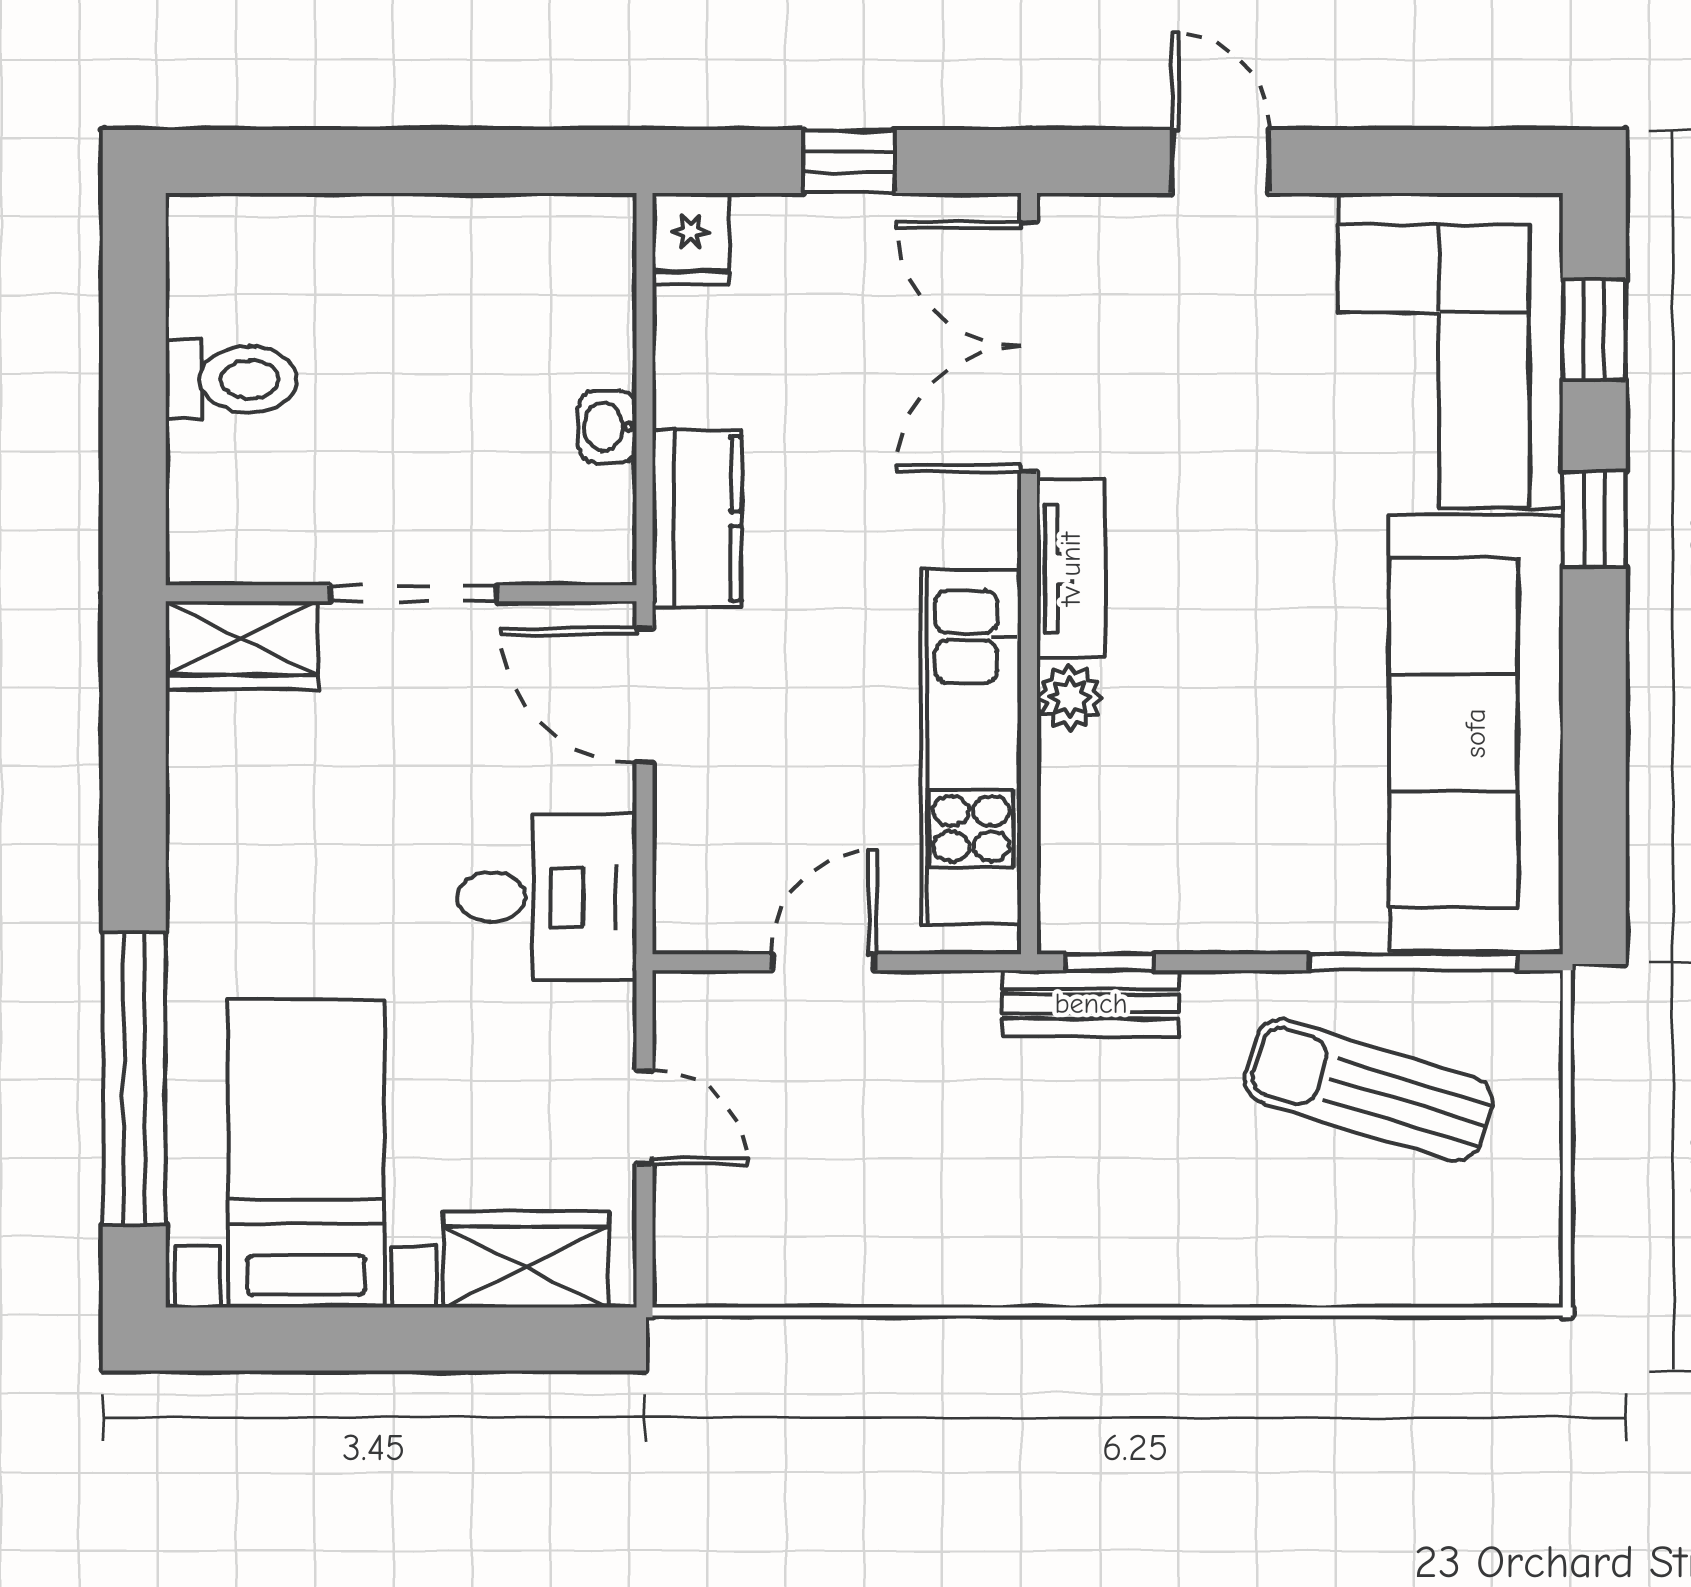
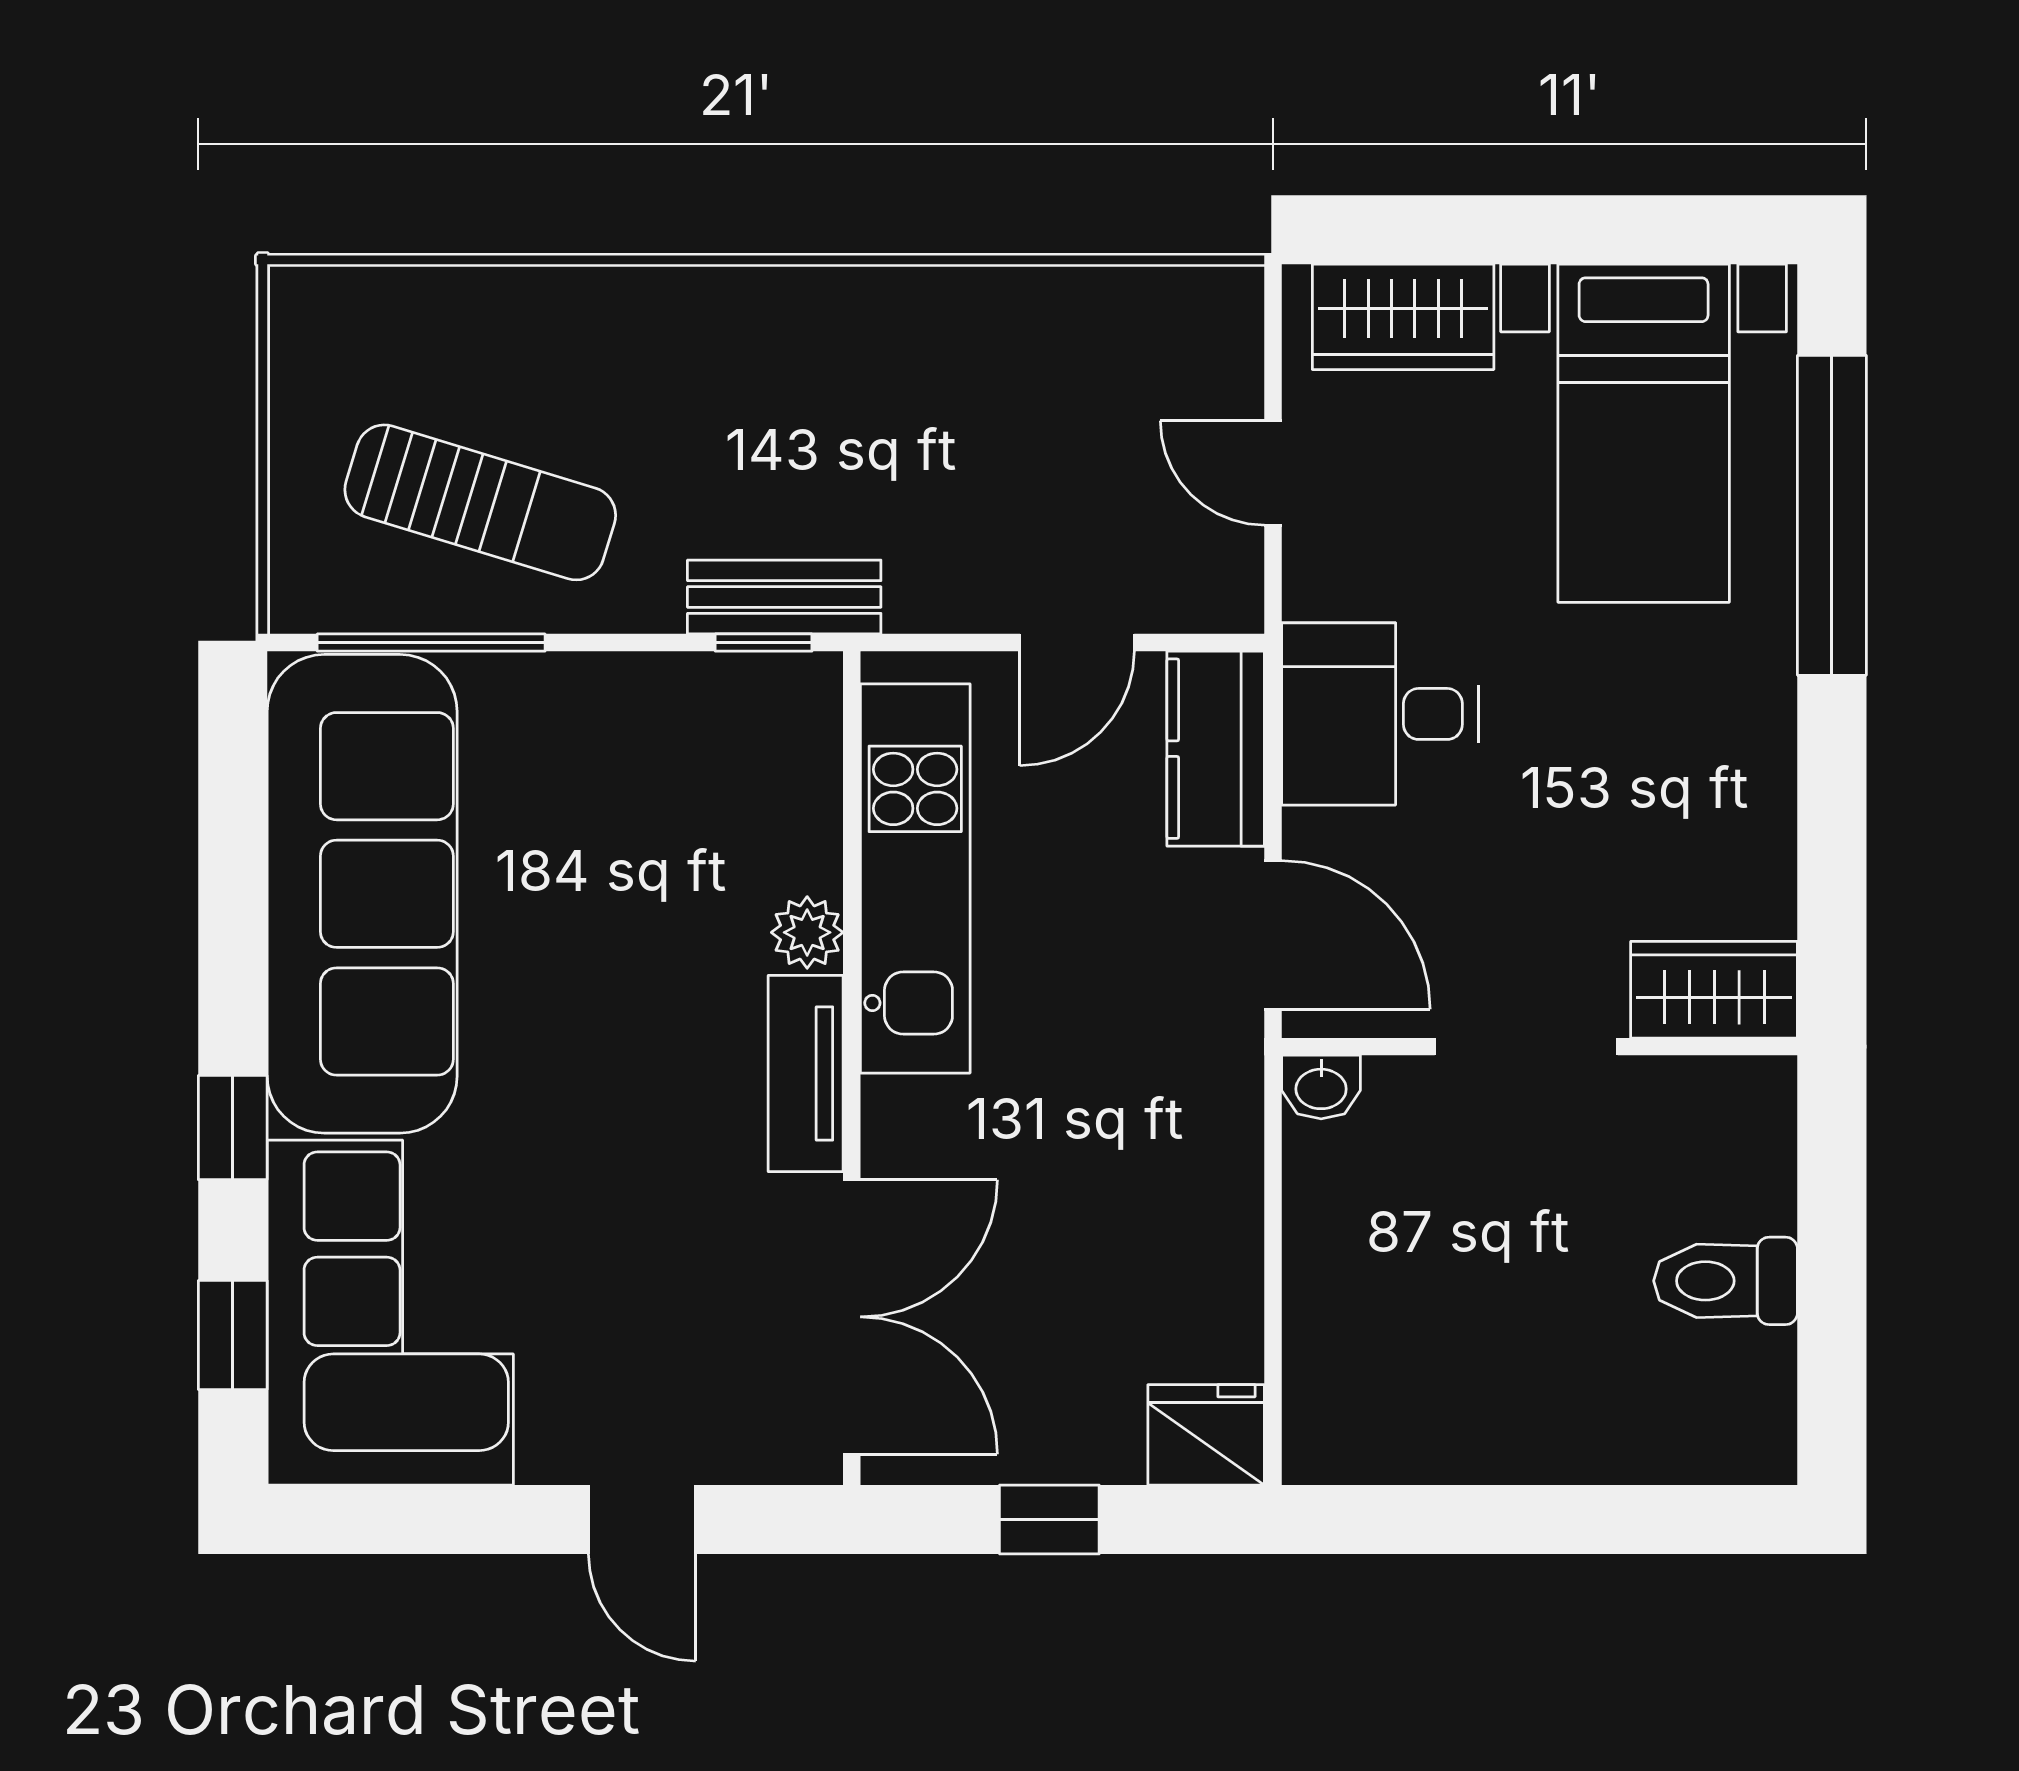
fridge: (691, 239) -> (1206, 1435), width x1.38
washbasin: (607, 427) -> (1321, 1087), moved, turned 90
kitchen counter: (697, 519) -> (1216, 749), moved

